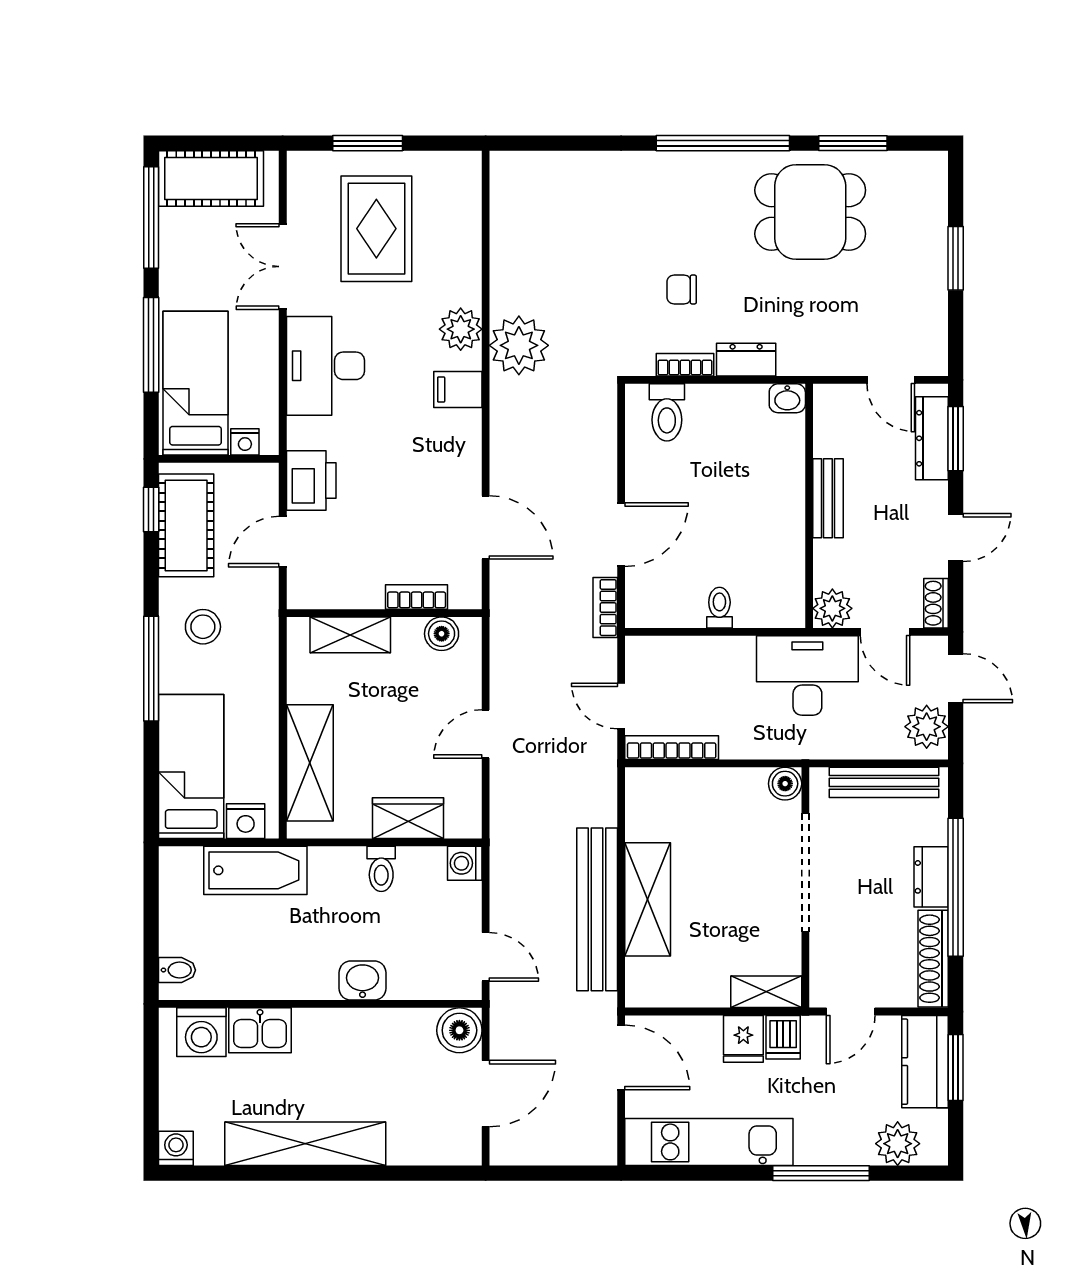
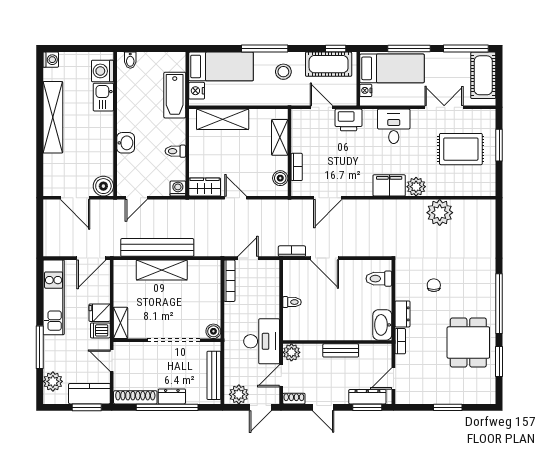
plant: (519, 345) -> (440, 213), moved
bookcase: (685, 365) -> (400, 341), moved
desk: (325, 366) -> (394, 126), width x0.73
filing cabinet: (458, 390) -> (389, 185), width x2.00
washbasin: (787, 398) -> (382, 325), width x1.91, depth x1.45
wardrobe: (408, 818) -> (205, 187), moved, turned -90

